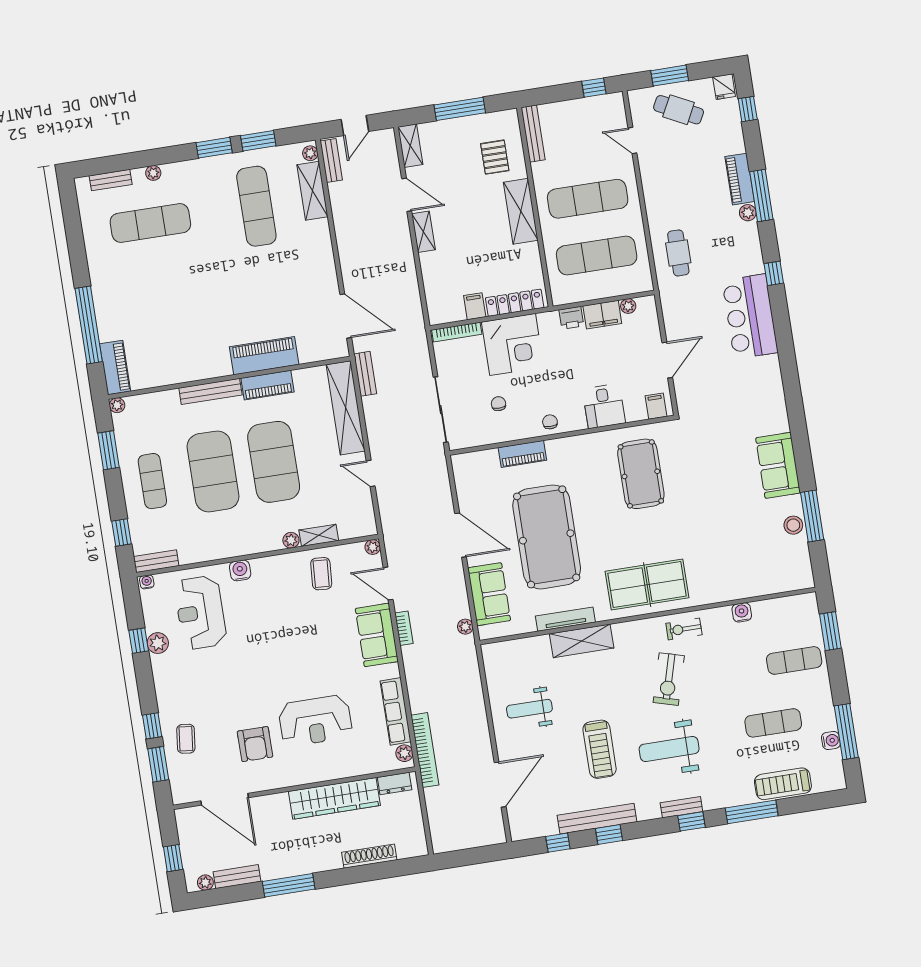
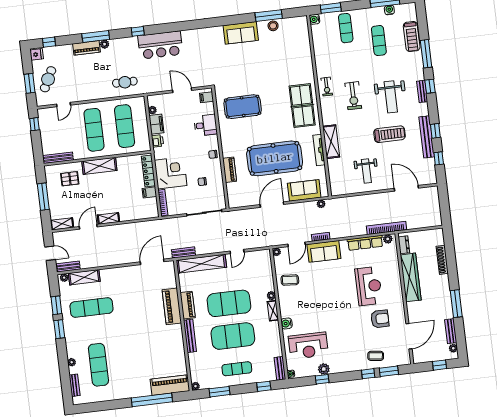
piano: (115, 368) -> (170, 385), width x1.37, depth x1.33
shelving: (319, 535) -> (273, 311), moved
water cooler: (742, 612) -> (315, 19), moved
exercise bike: (669, 679) -> (353, 96), turned 74

